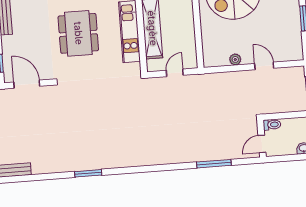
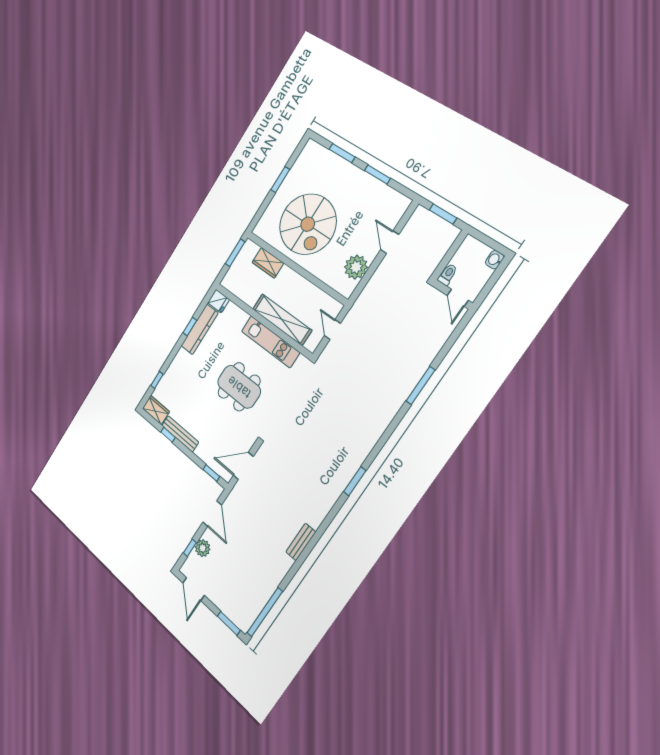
plant: (235, 59) -> (356, 267), width x1.88, depth x1.88
door: (264, 66) -> (390, 242), hinge flipped
window: (214, 164) -> (420, 386), moved

